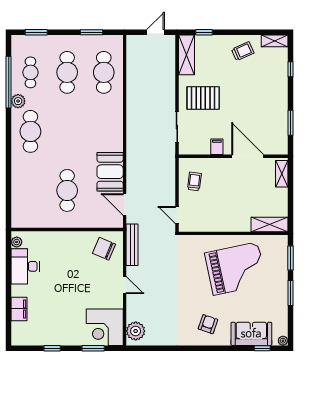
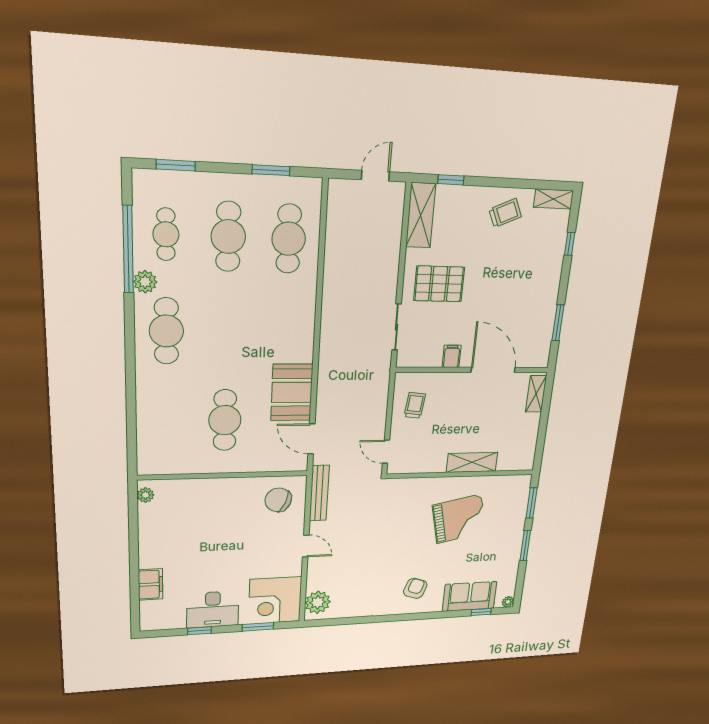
shelving: (269, 225) -> (472, 462), moved
desk: (25, 266) -> (213, 609), moved, turned -90
grand piano: (236, 269) -> (459, 519), width x0.73, depth x0.68

